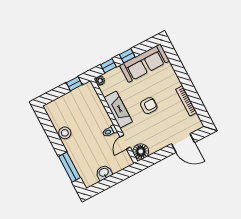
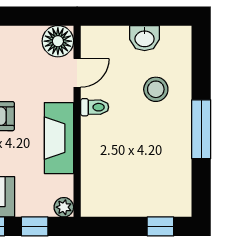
window: (74, 84) -> (160, 226), moved
stool: (65, 133) -> (156, 89), moved
window: (69, 167) -> (201, 129), moved

